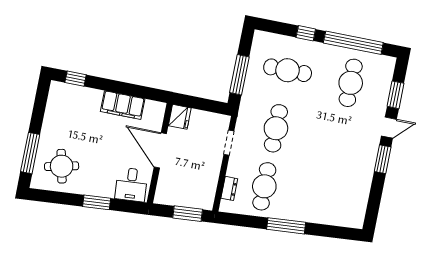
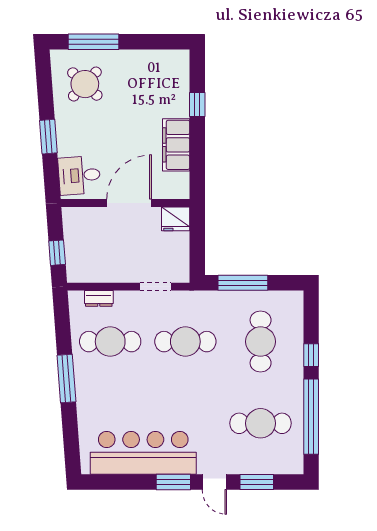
window: (76, 79) -> (197, 104), moved
round table: (62, 166) -> (85, 84), turned -34
bar counter: (355, 178) -> (143, 453), added
window: (188, 214) -> (57, 253), width x0.67

